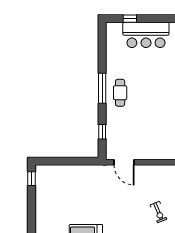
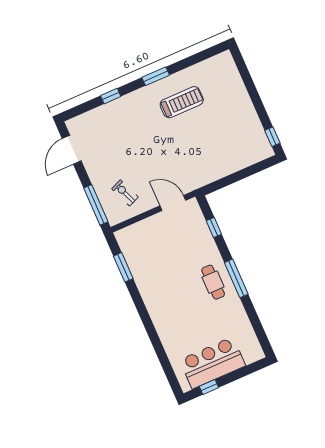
window: (130, 19) -> (209, 387), moved
exercise bike: (158, 212) -> (125, 193), moved

